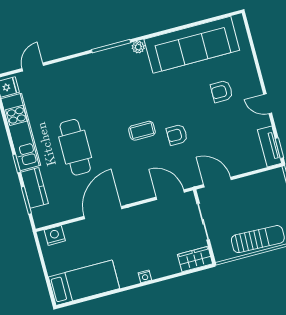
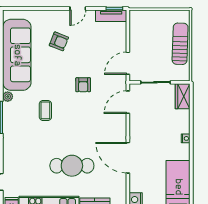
armchair: (222, 91) -> (59, 41), turned -68
coffee table: (142, 131) -> (45, 110), moved

